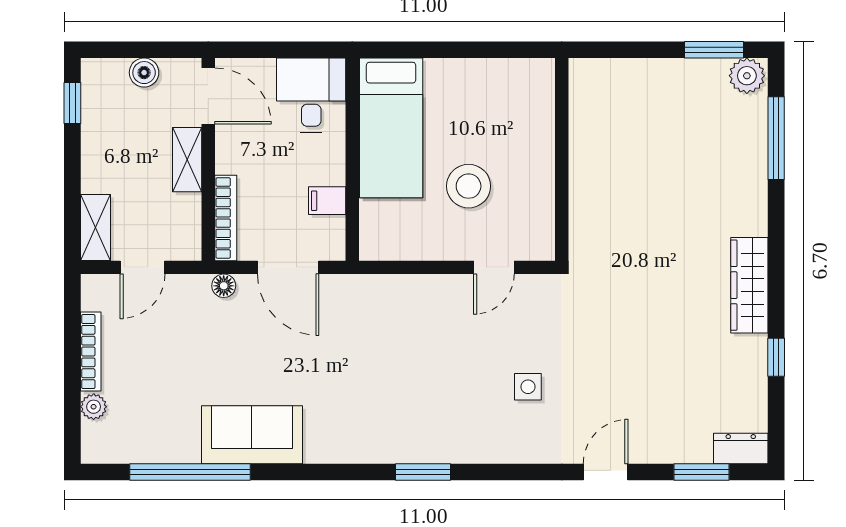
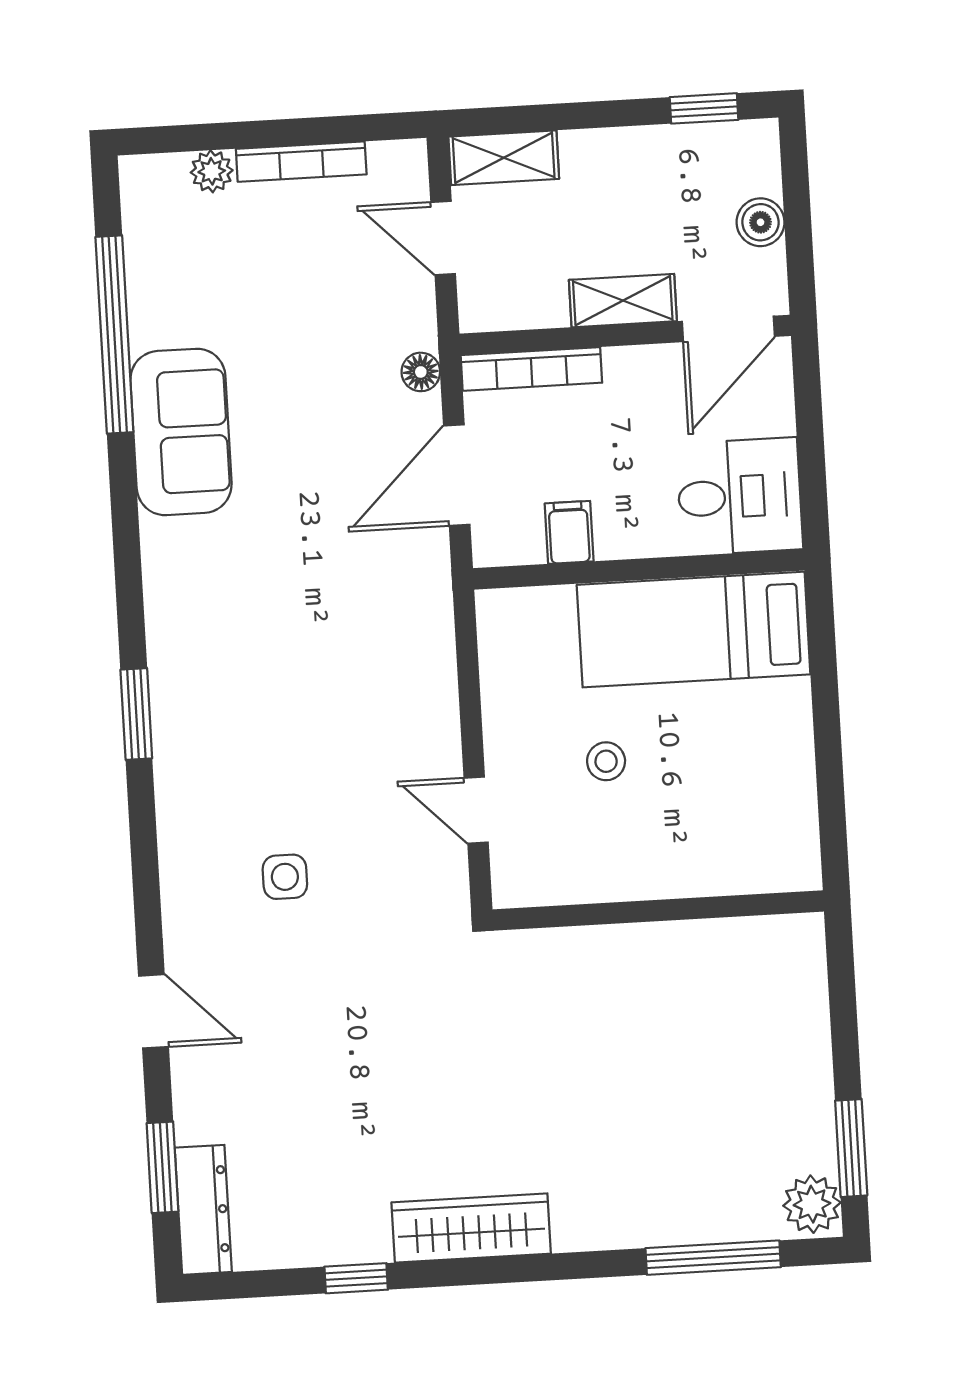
stool: (469, 186) -> (606, 761), width x0.53, depth x0.53
dresser: (741, 449) -> (203, 1210), width x1.44

